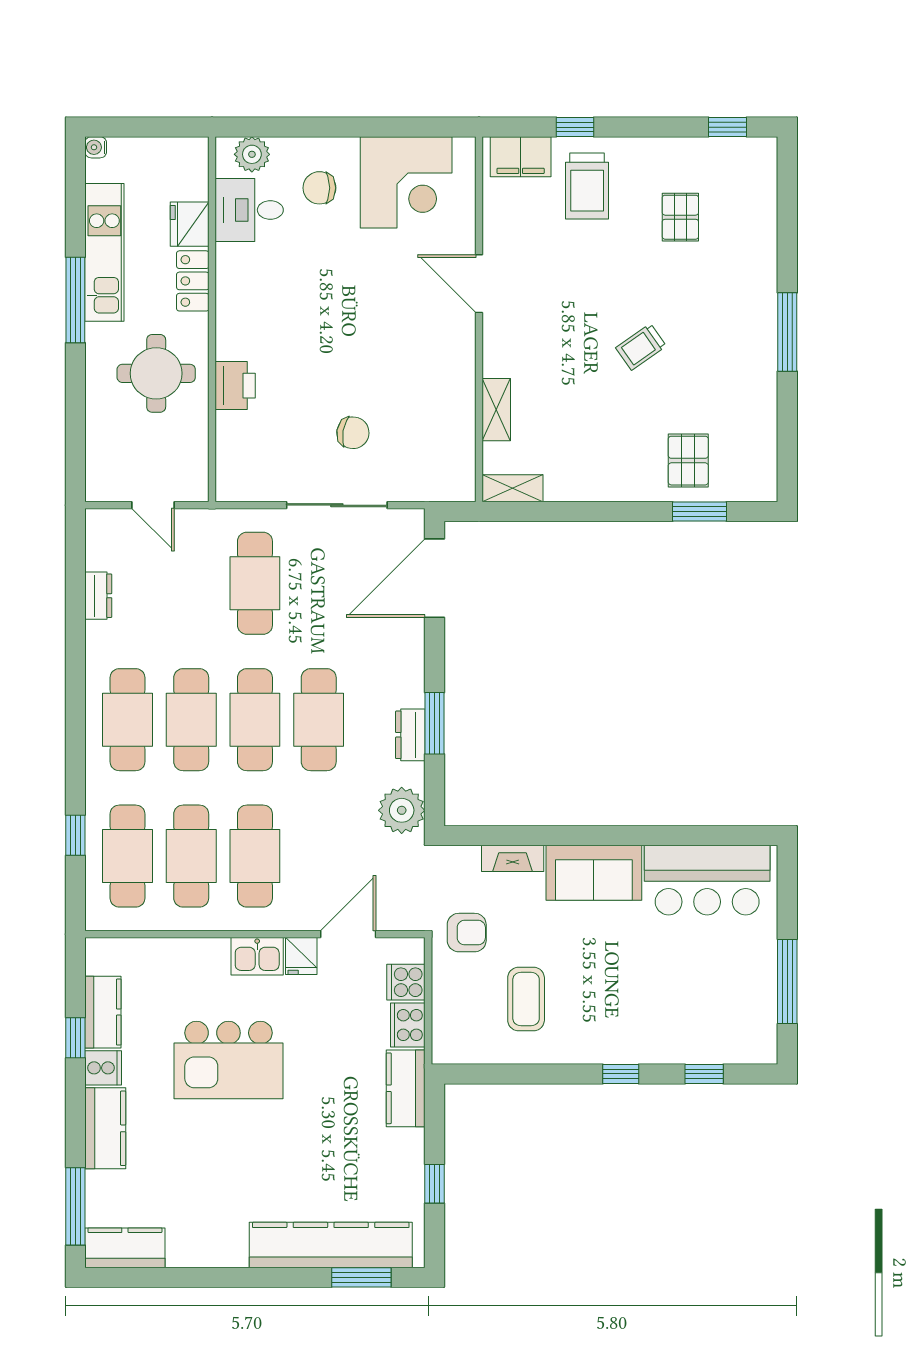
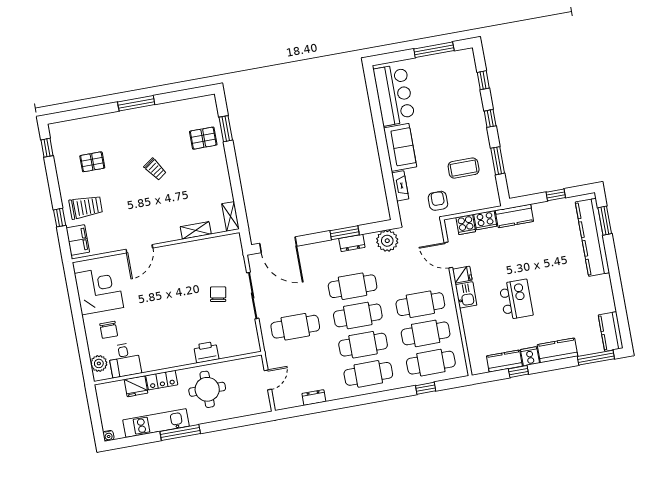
kitchen island: (228, 1060) -> (516, 299), width x0.73, depth x0.78
window: (529, 1074) -> (498, 161), added

